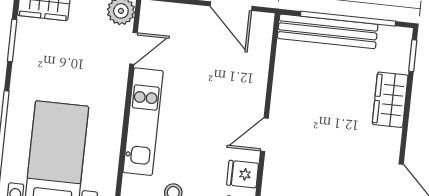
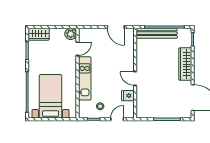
wardrobe: (390, 100) -> (185, 64), width x1.50
door: (264, 135) -> (135, 78), hinge flipped

